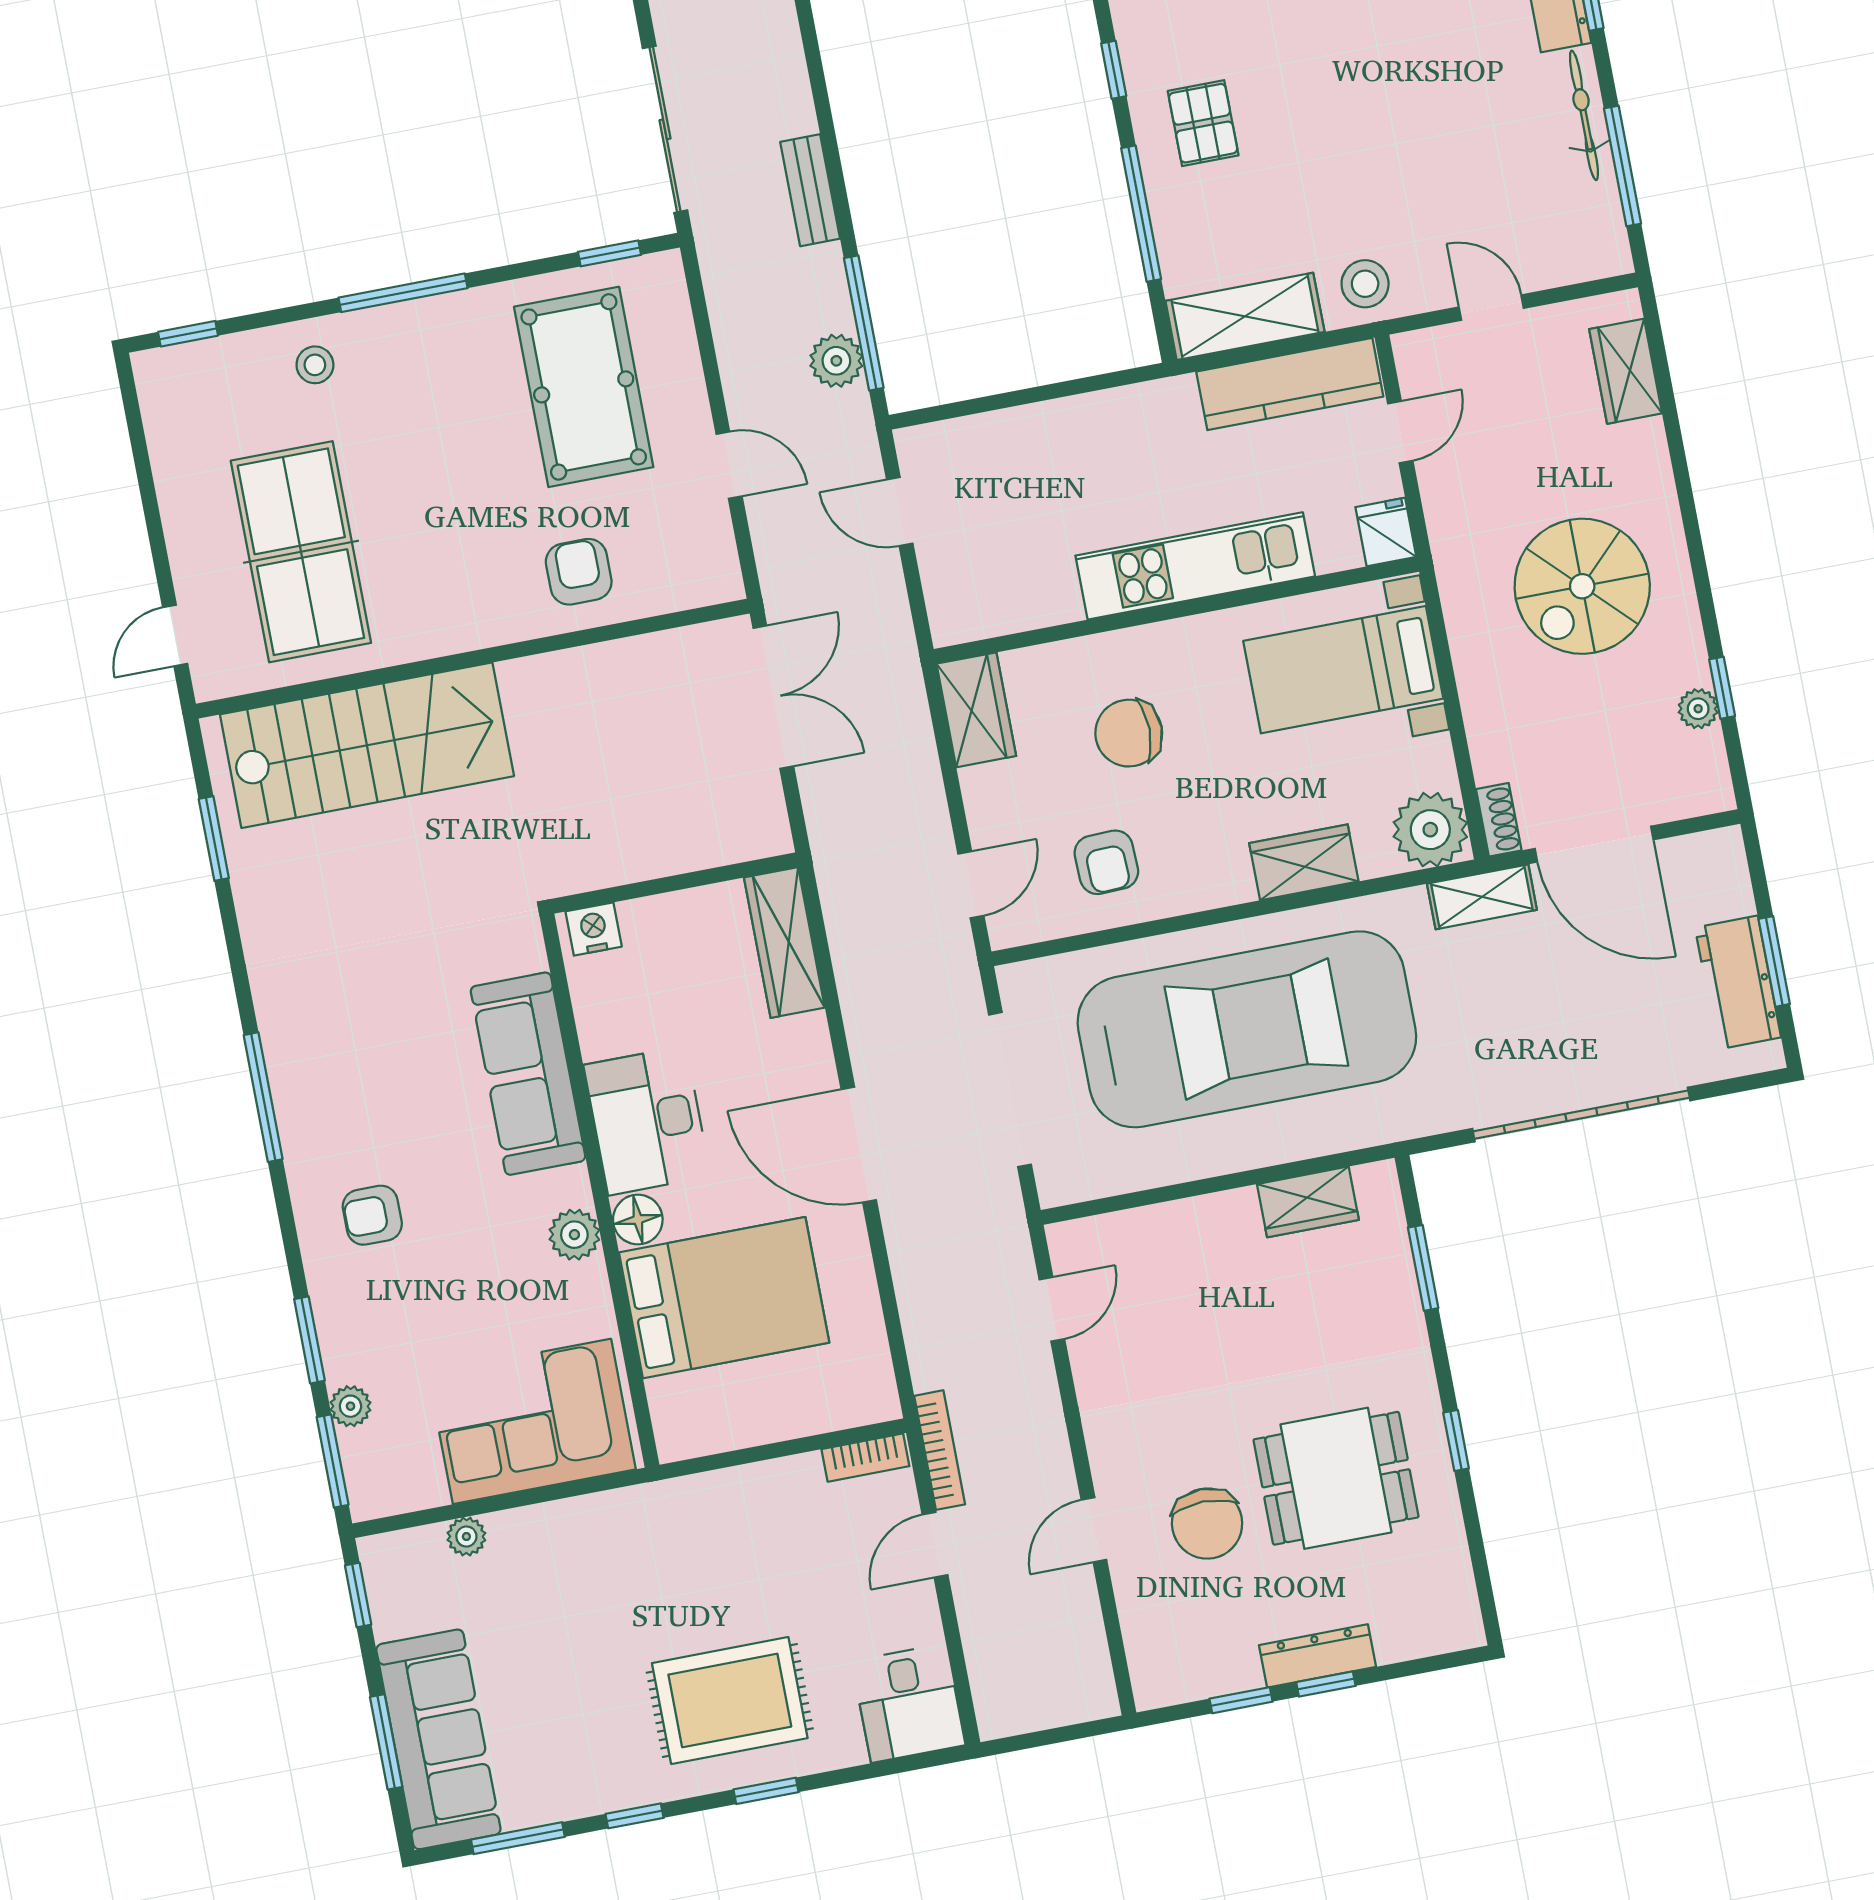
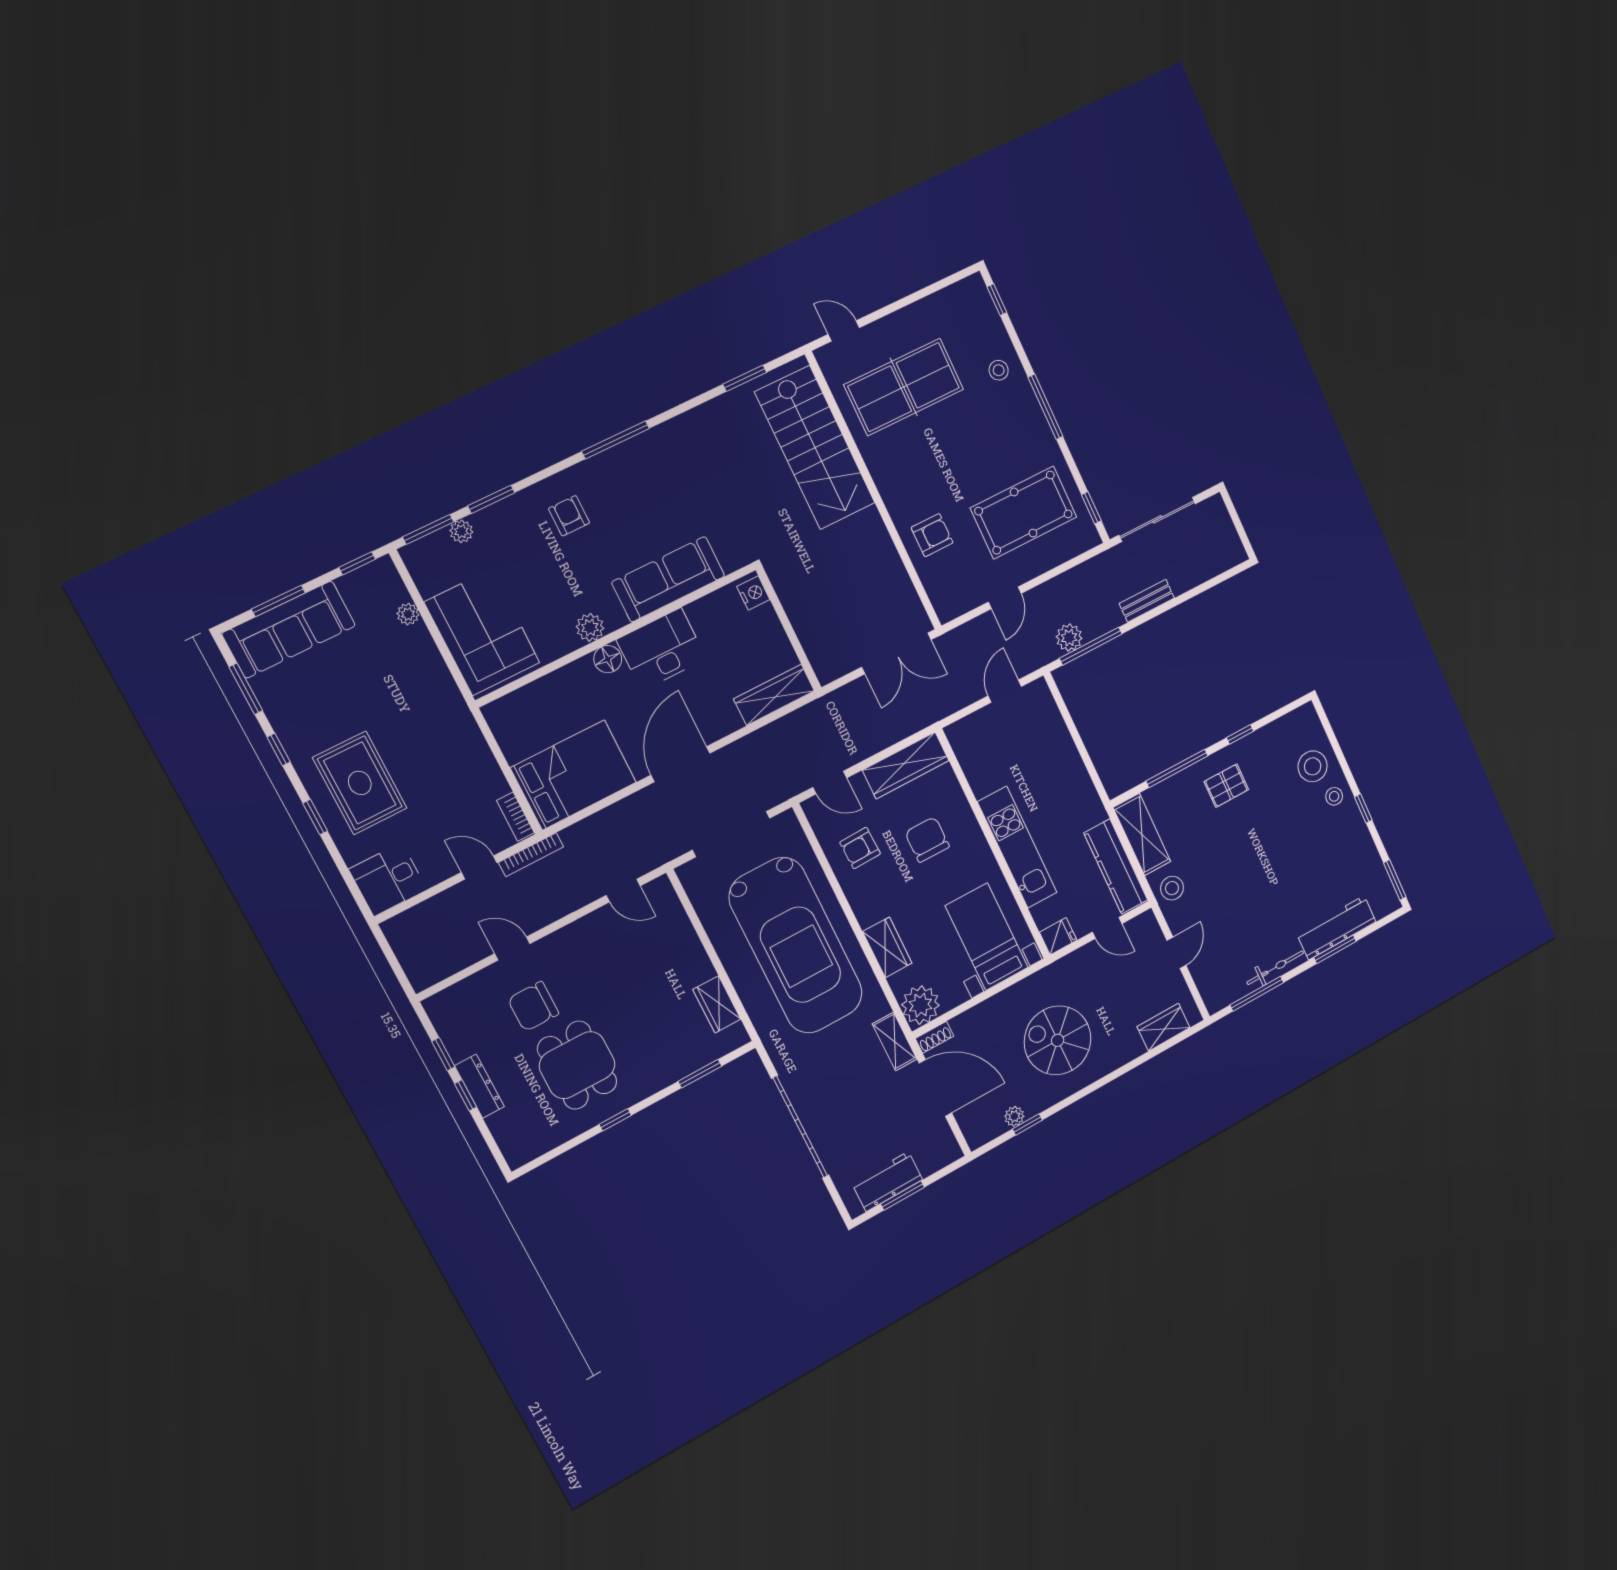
wardrobe: (976, 710) -> (906, 765), width x1.50
door: (1594, 844) -> (935, 1088), swing flipped
bed: (724, 1298) -> (573, 775), moved, turned -90

